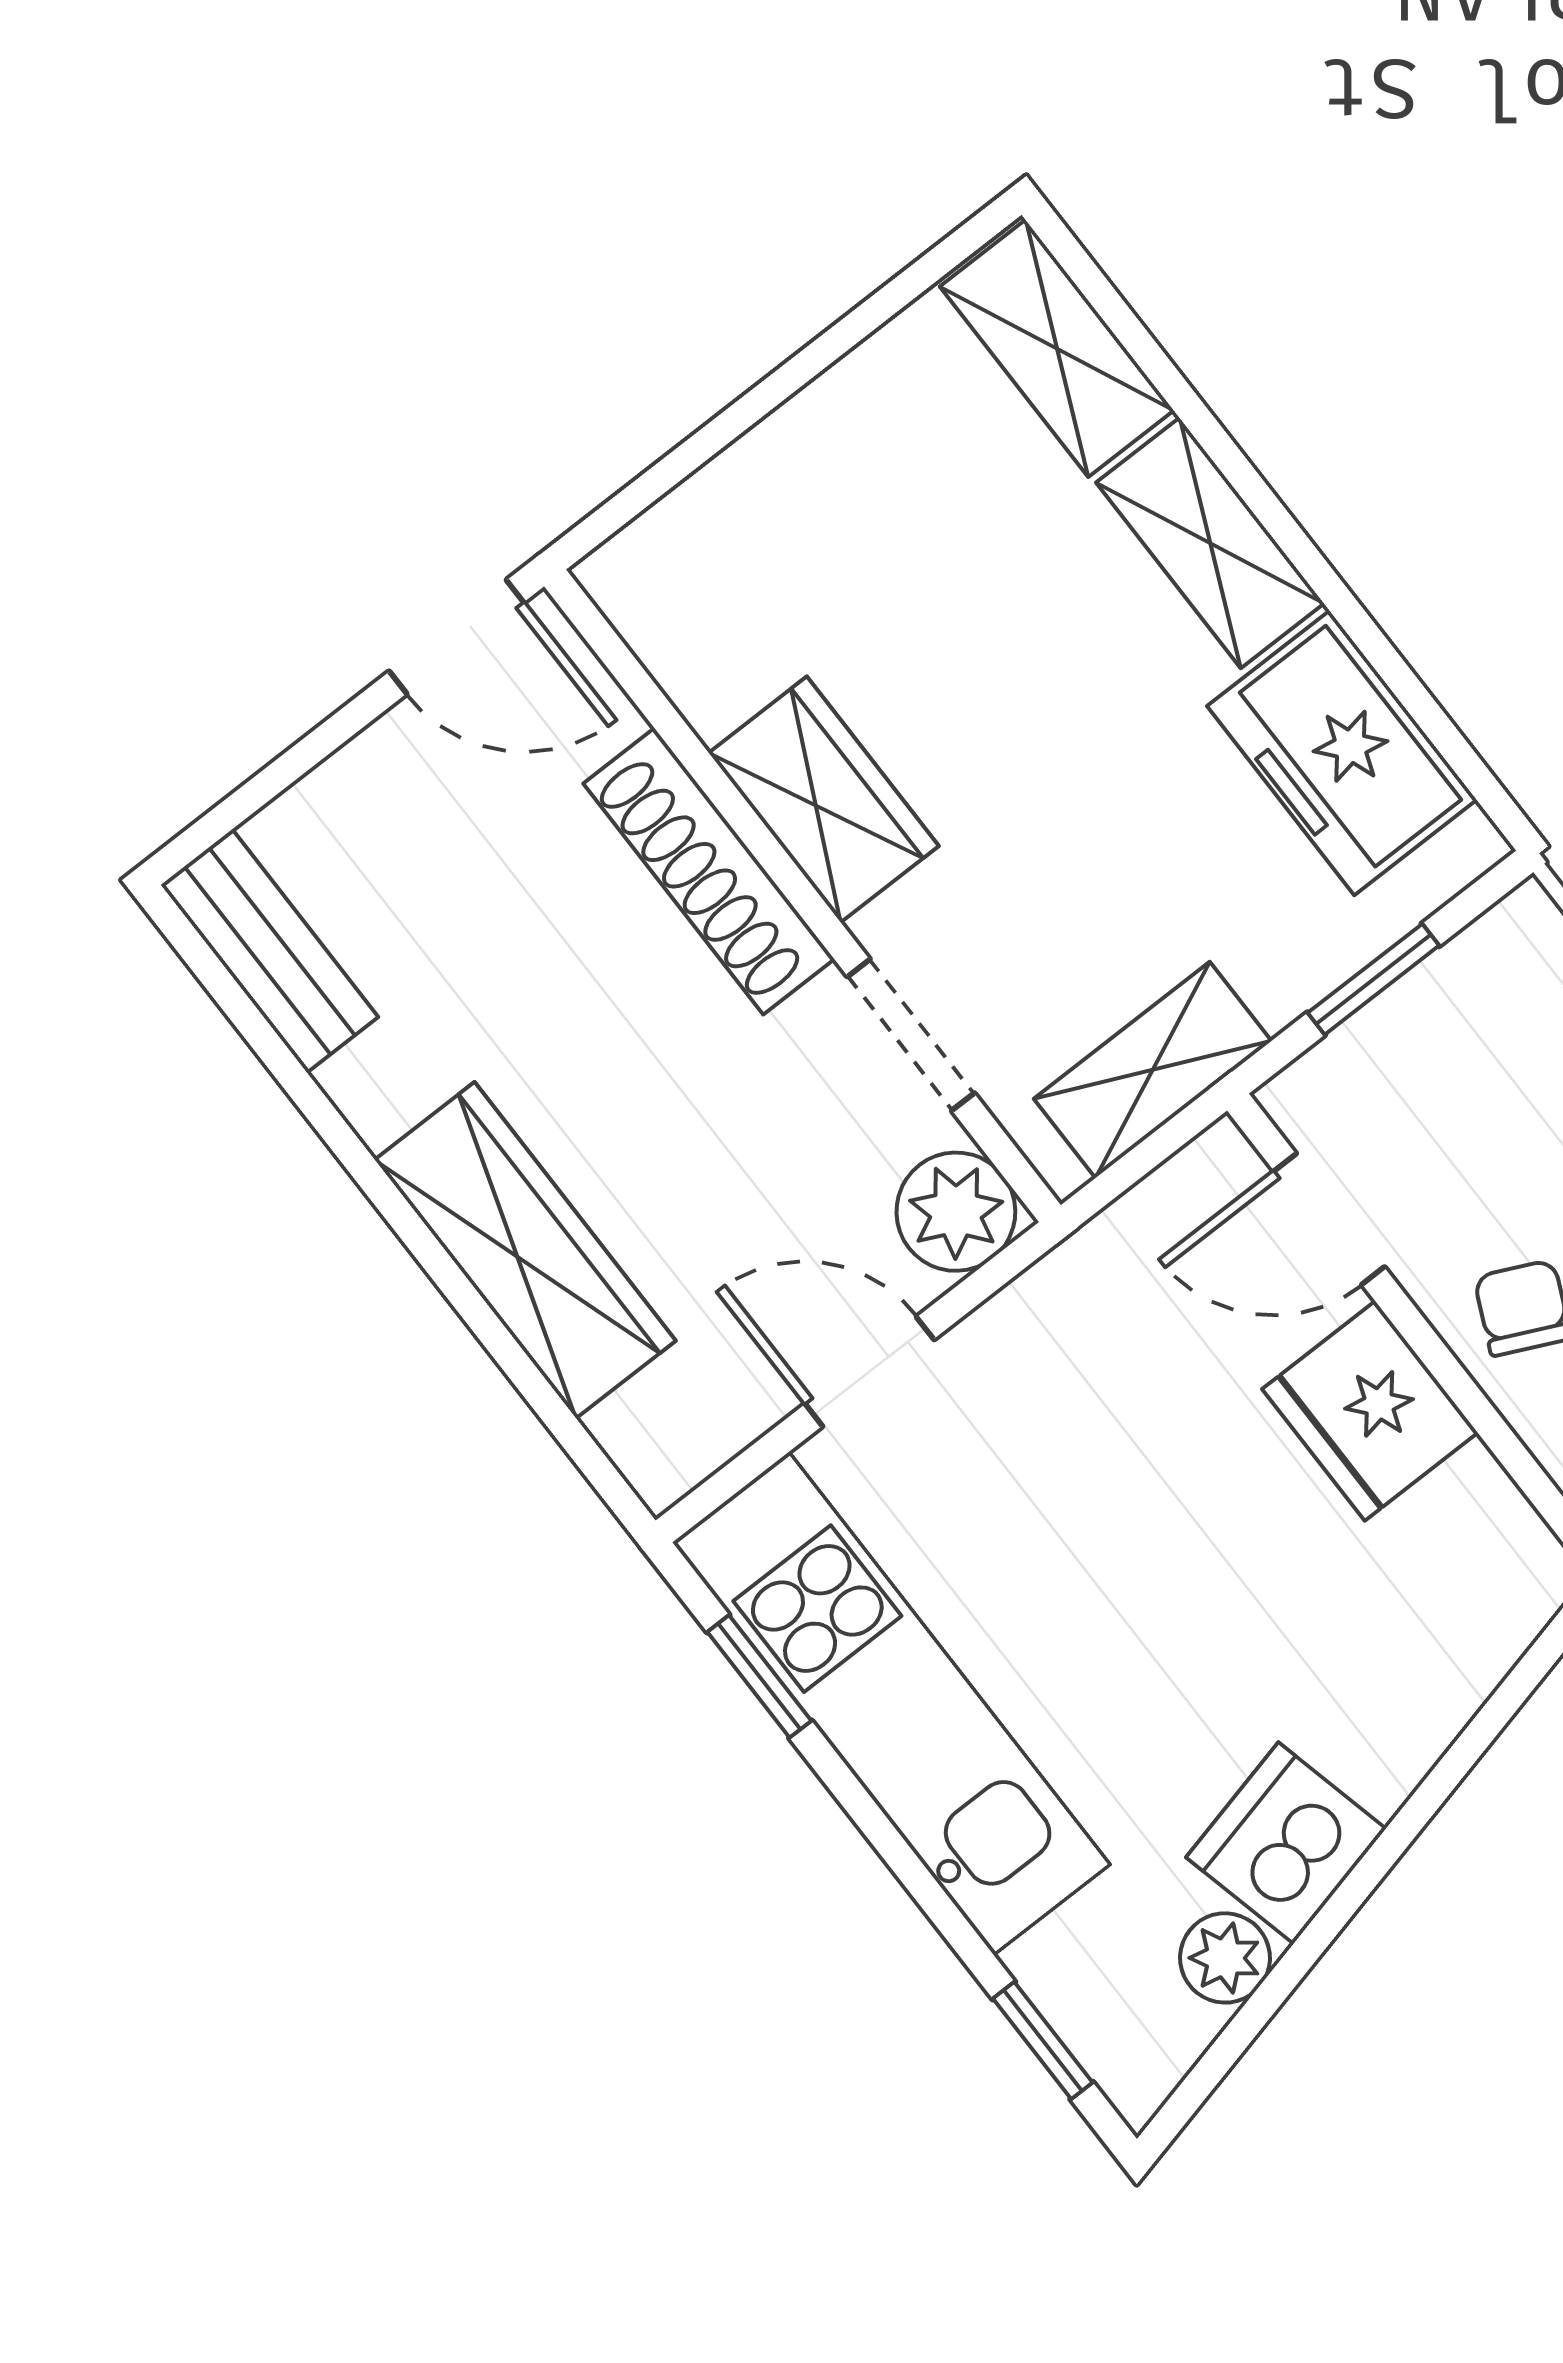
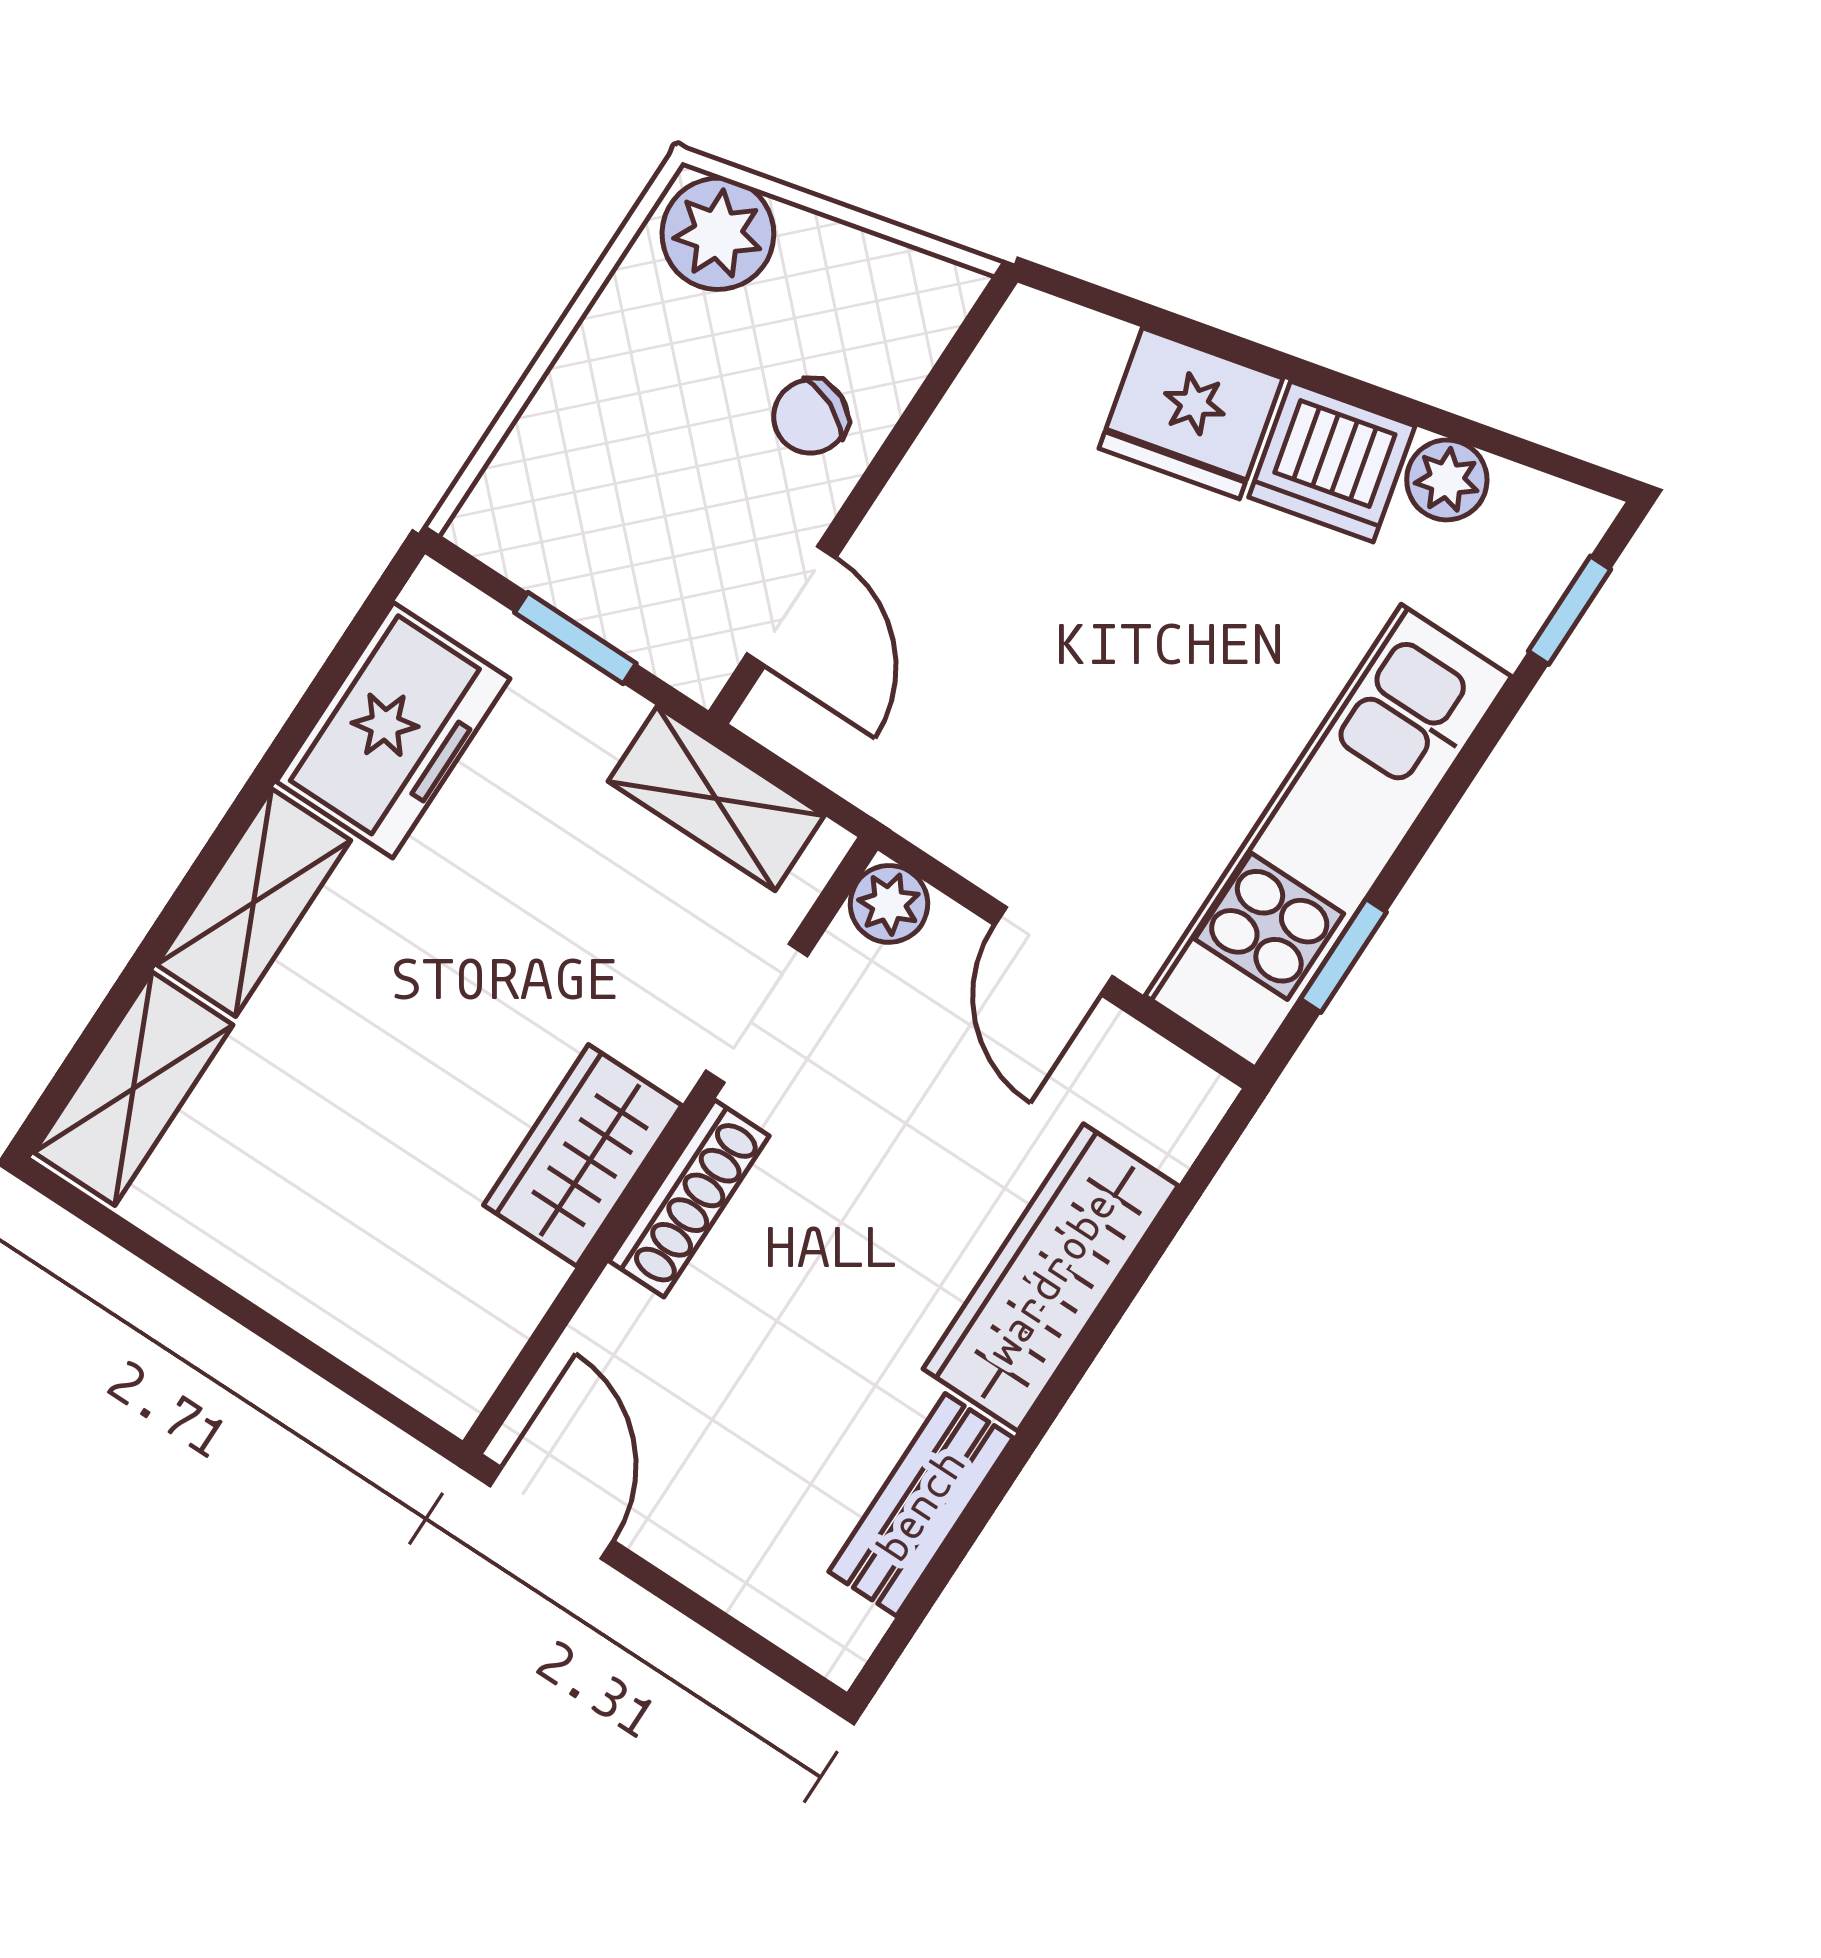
shoe rack: (709, 871) -> (689, 1198), width x0.74, depth x0.81
bench: (269, 951) -> (921, 1505), moved
plant: (956, 1212) -> (889, 904), width x0.73, depth x0.73
fridge: (1370, 1411) -> (1191, 413), moved, turned 77

